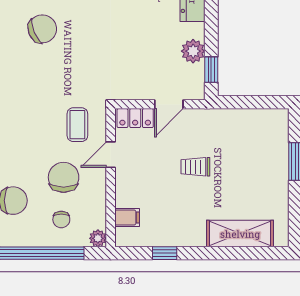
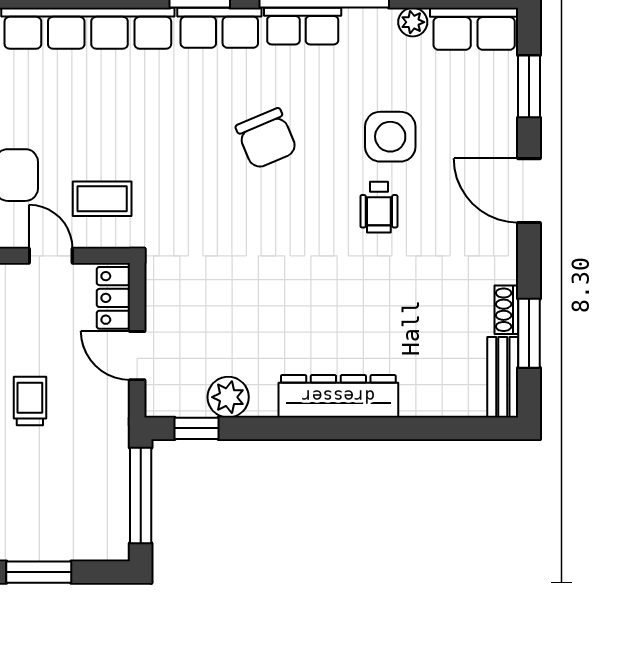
window: (250, 102) -> (141, 496), added

